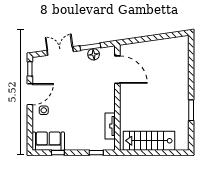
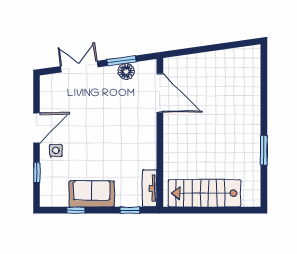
window: (30, 69) -> (37, 173), moved
tv unit: (110, 126) -> (149, 188), moved
sofa: (48, 141) -> (92, 194), moved

